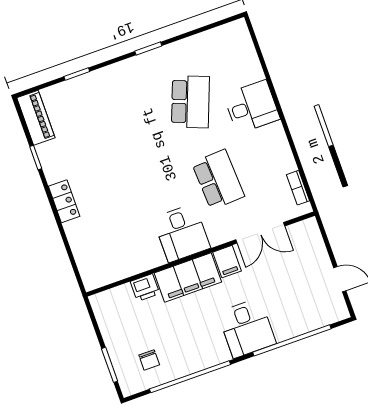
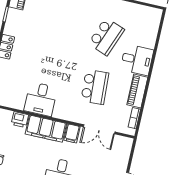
piano: (279, 149) -> (137, 91), added
desk: (182, 233) -> (41, 99), moved

